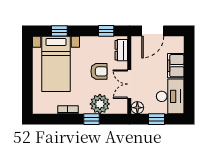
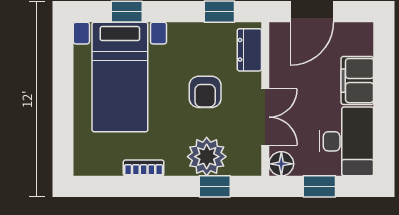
armchair: (99, 71) -> (205, 92), turned 90
double door: (129, 84) -> (265, 117), swing flipped
window: (91, 119) -> (215, 186), moved

